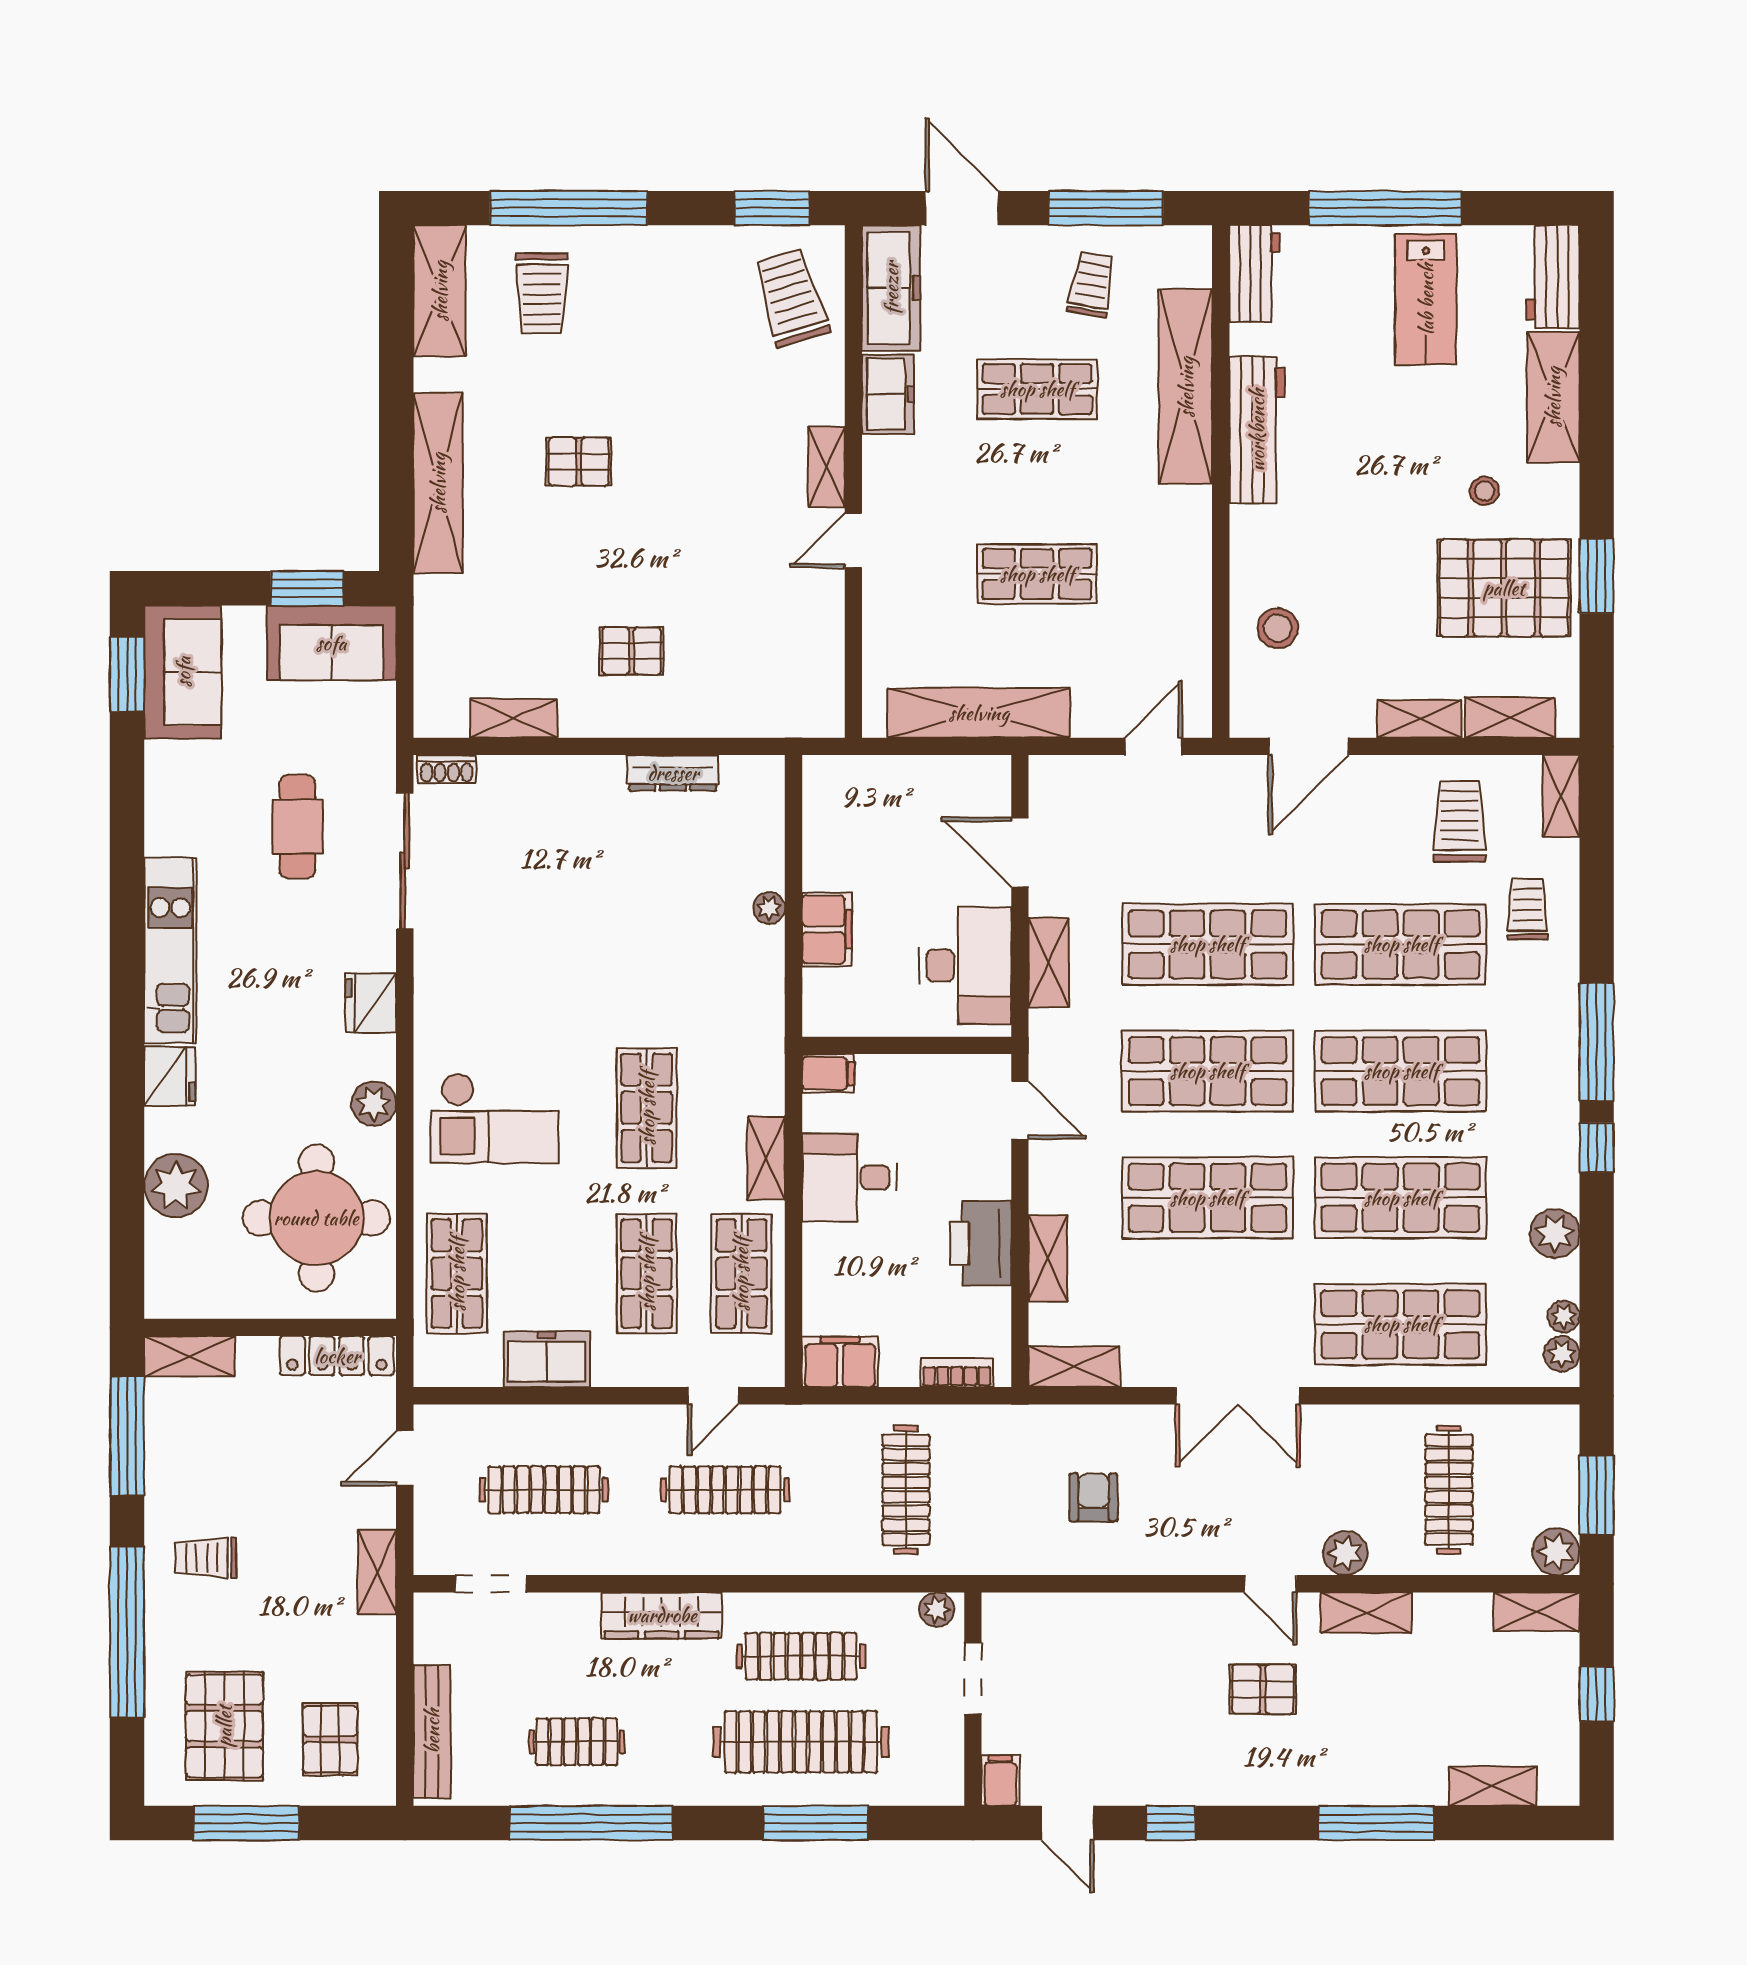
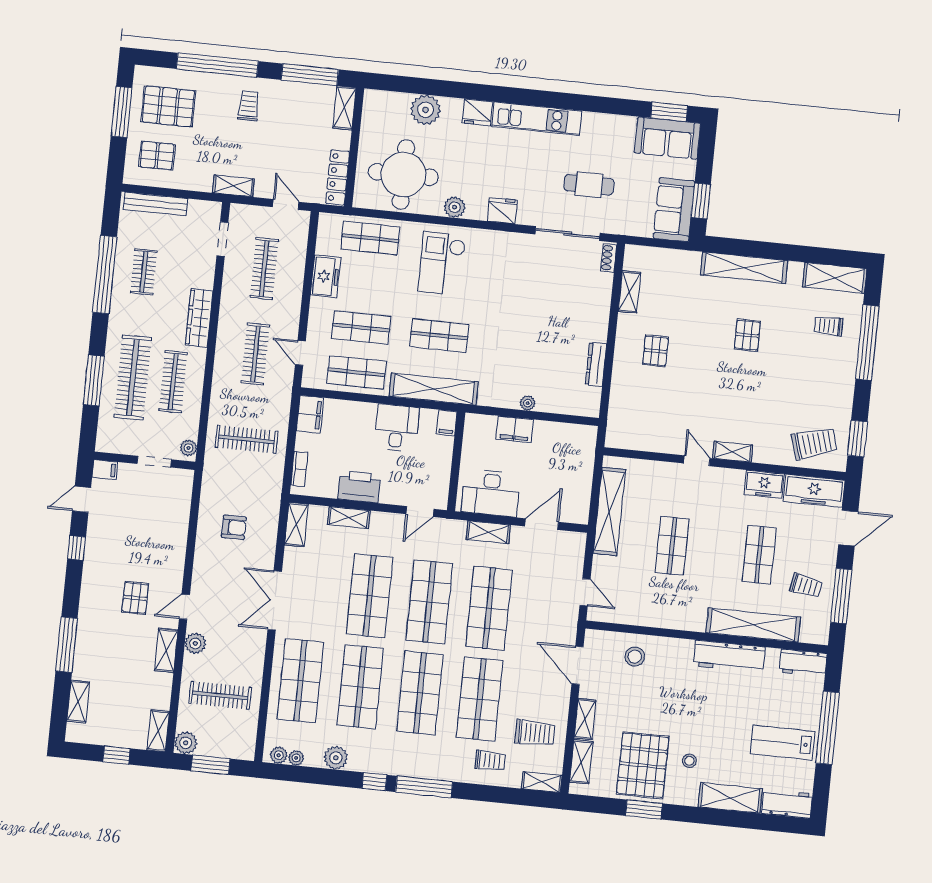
trolley: (542, 293) -> (829, 326), width x0.73, depth x0.72
shelving: (766, 1158) -> (434, 389), width x2.20, depth x1.33

